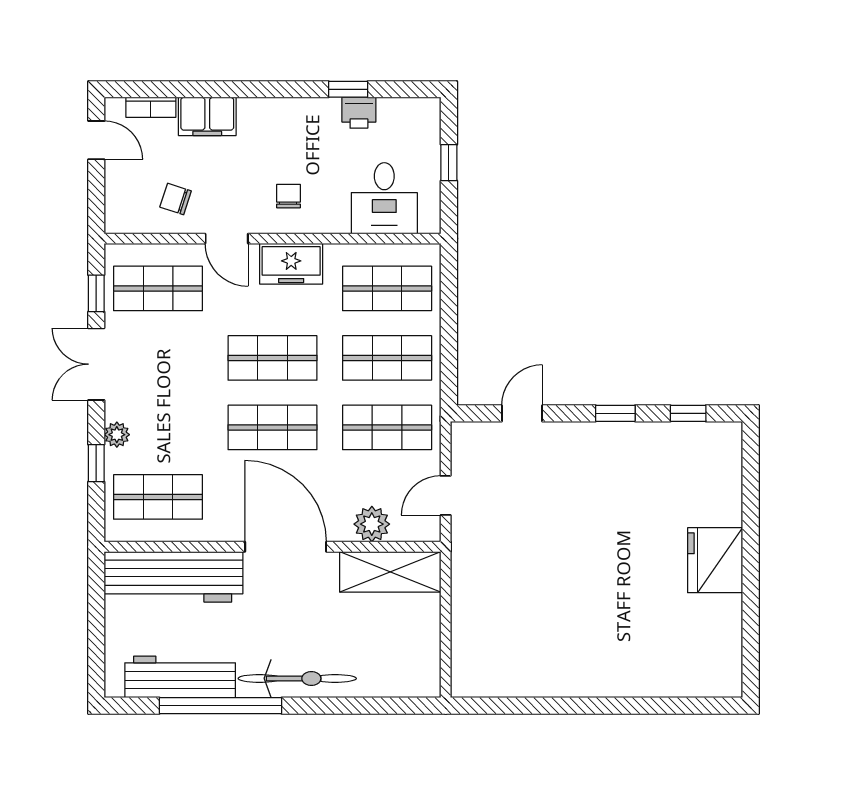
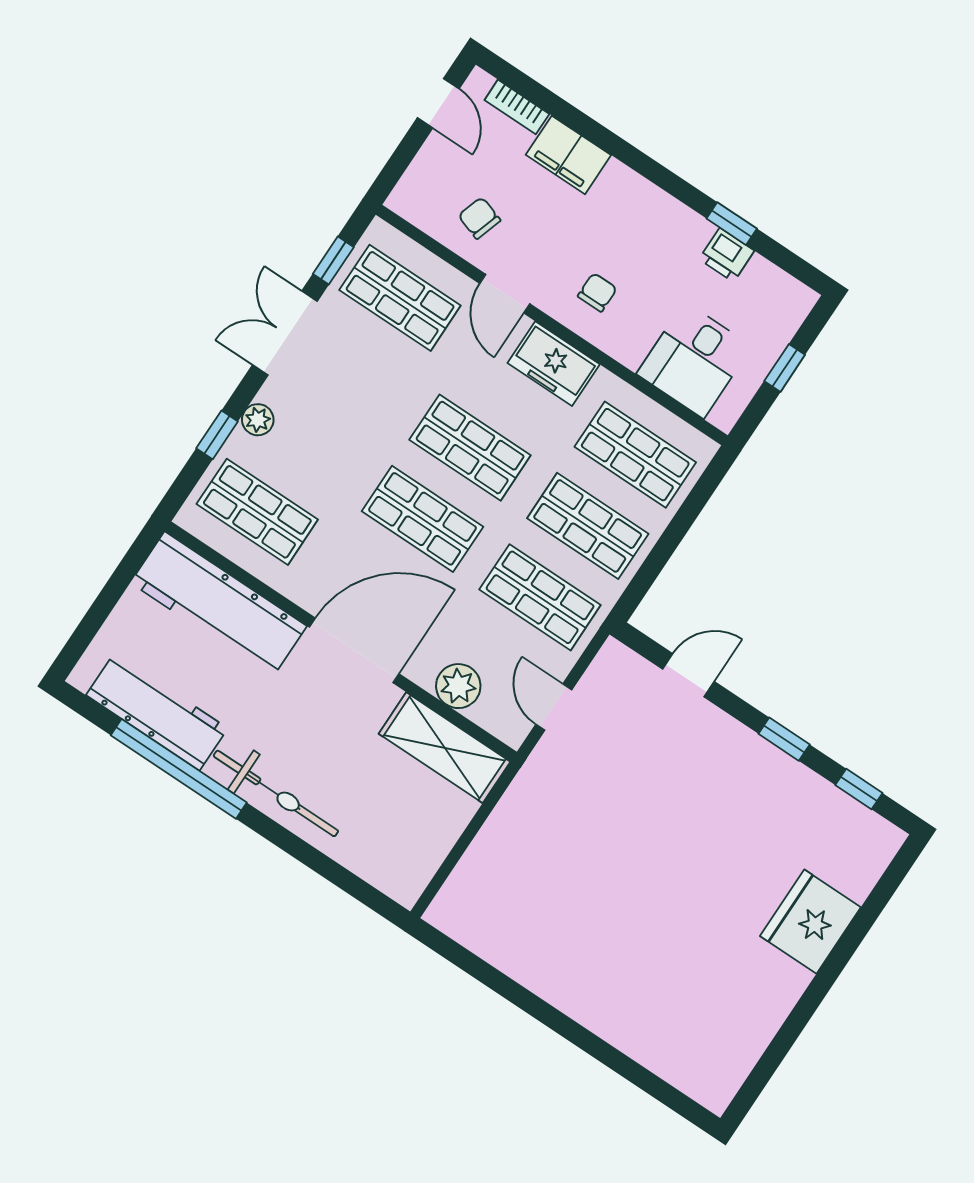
door: (446, 495) -> (554, 707), hinge flipped
door: (286, 547) -> (354, 650), hinge flipped
fridge: (715, 560) -> (810, 922), moved

